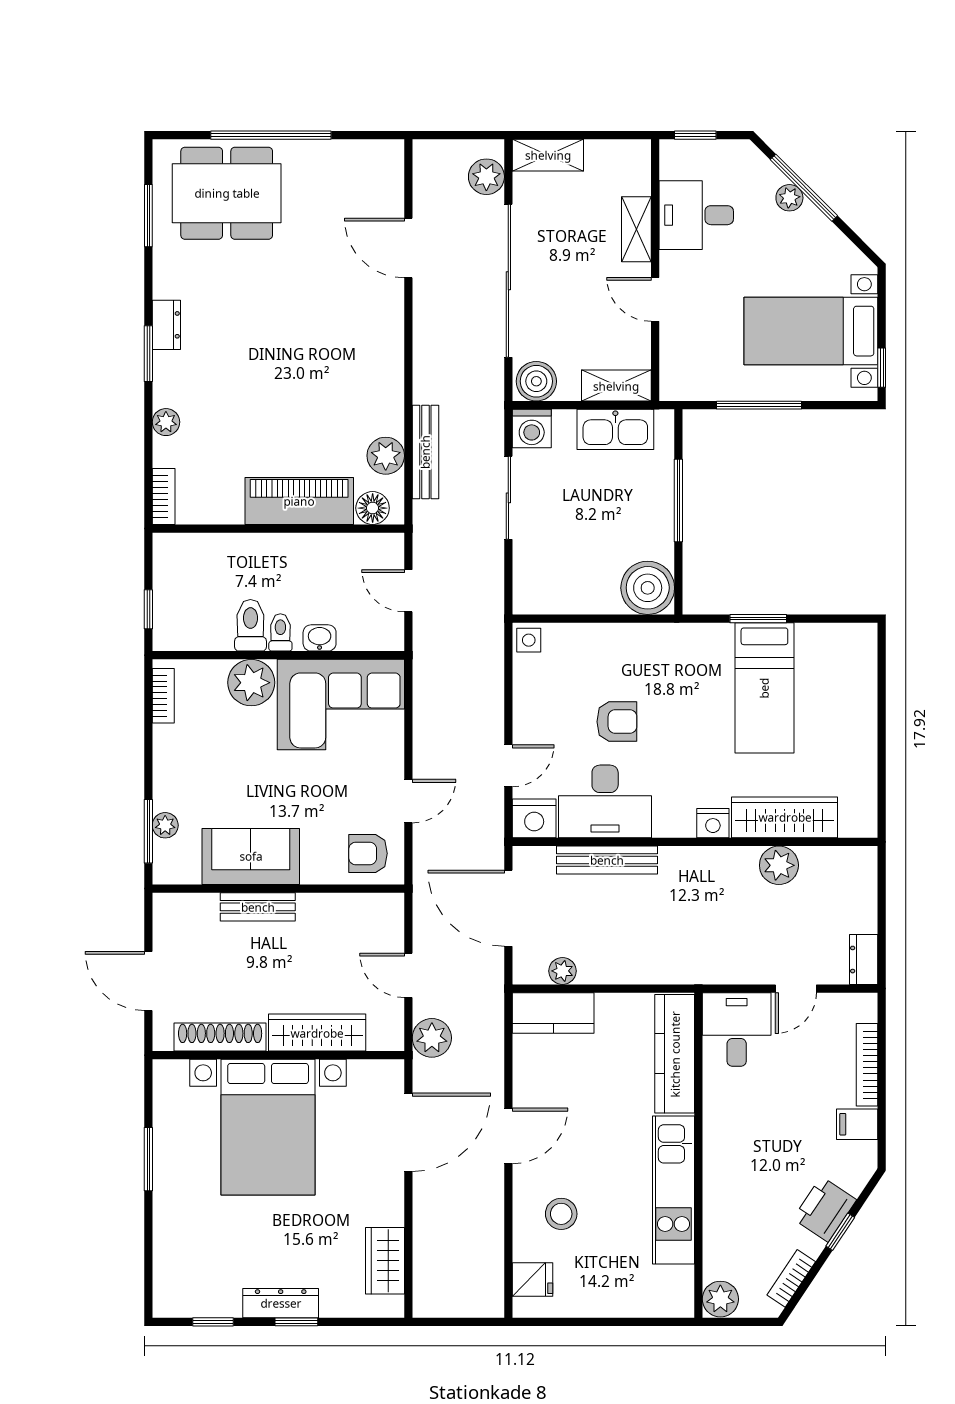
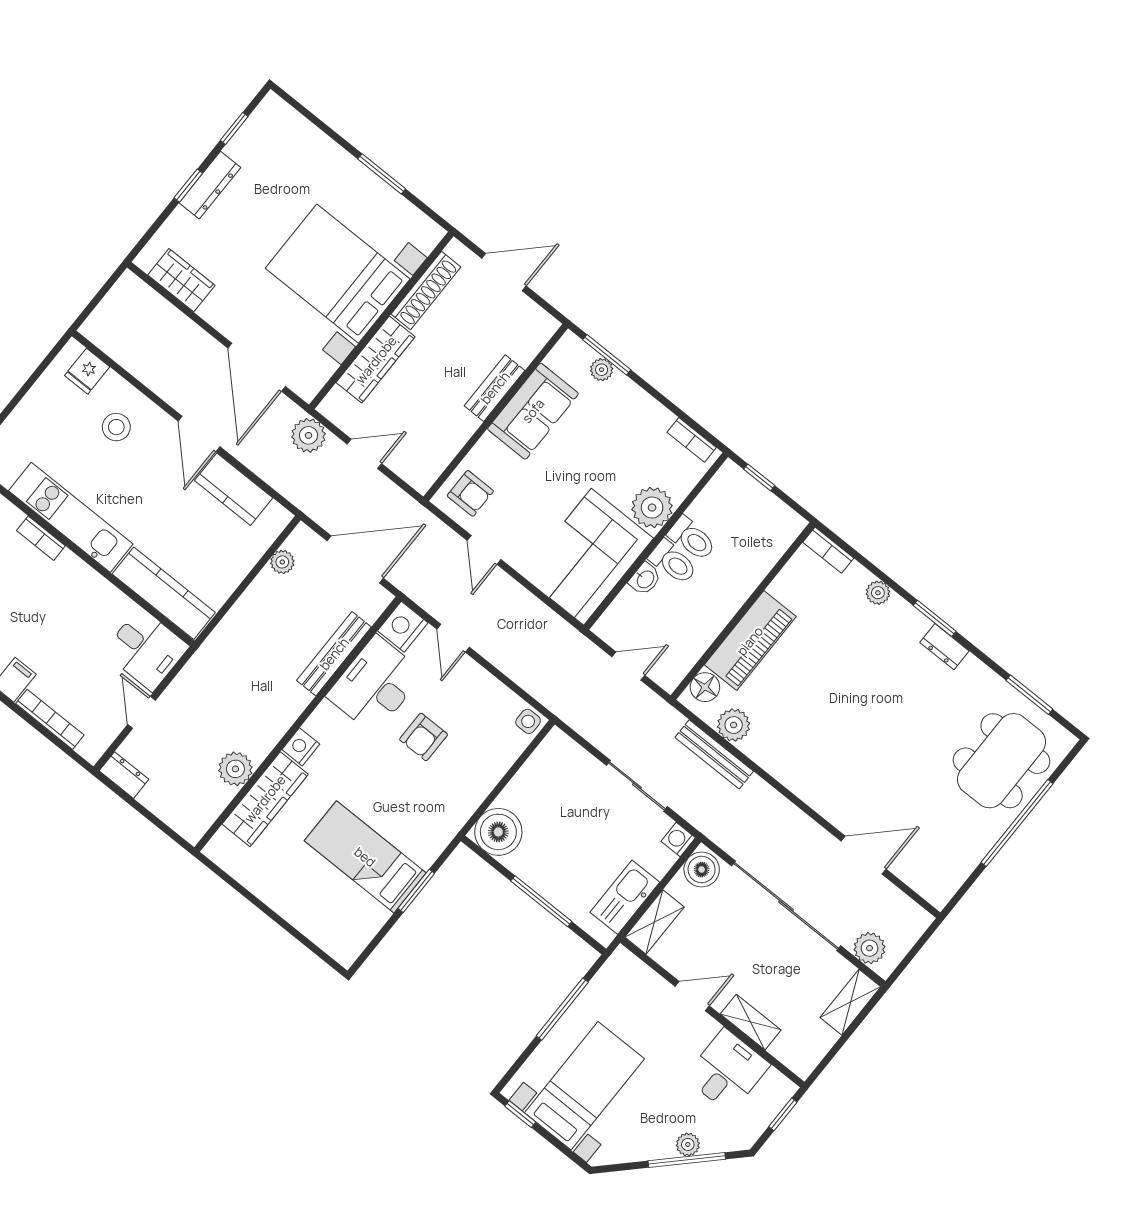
washing machine: (532, 429) -> (678, 840), width x0.73, depth x0.73
toilet: (280, 632) -> (673, 562), width x1.37, depth x1.39
armchair: (368, 853) -> (470, 493), turned 90
kitchen counter: (553, 1013) -> (234, 489), moved, turned -90
bookcase: (713, 1201) -> (41, 538), added

